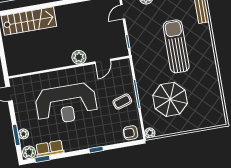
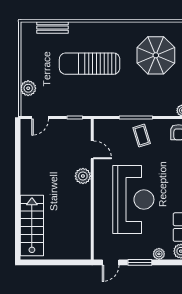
door: (123, 12) -> (40, 118), hinge flipped
parasol: (170, 99) -> (156, 55), moved
window: (16, 135) -> (140, 262), moved

